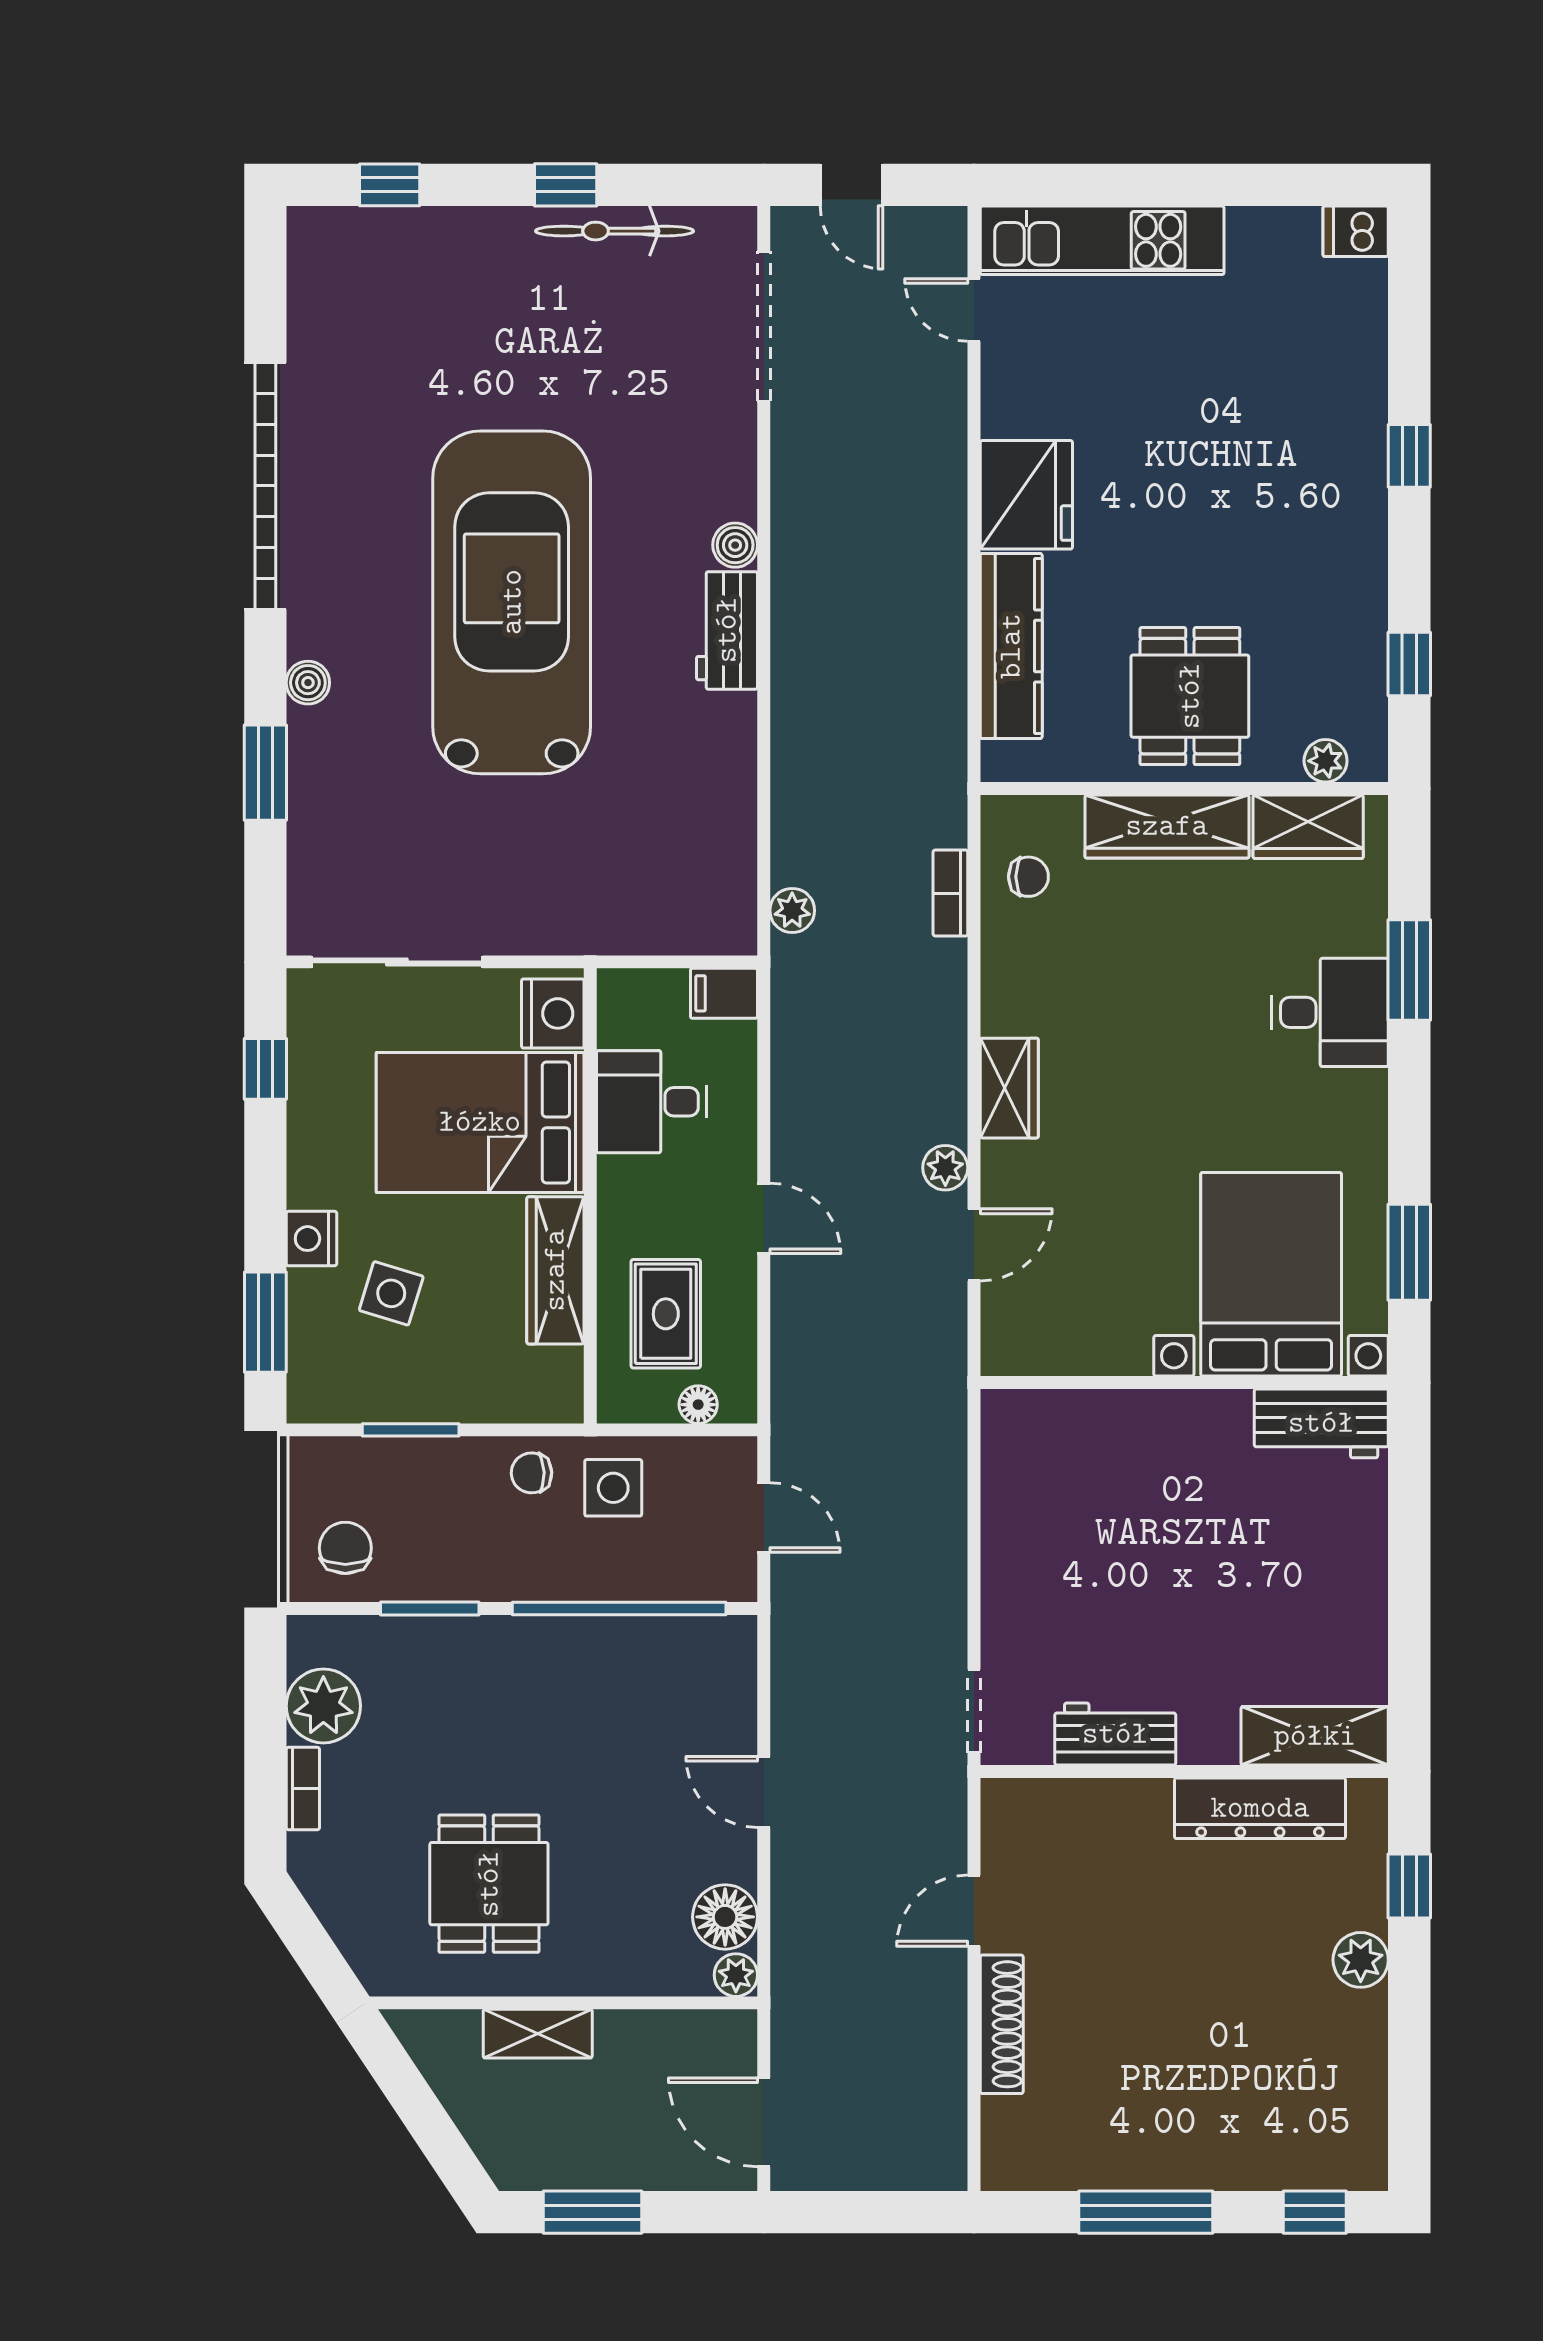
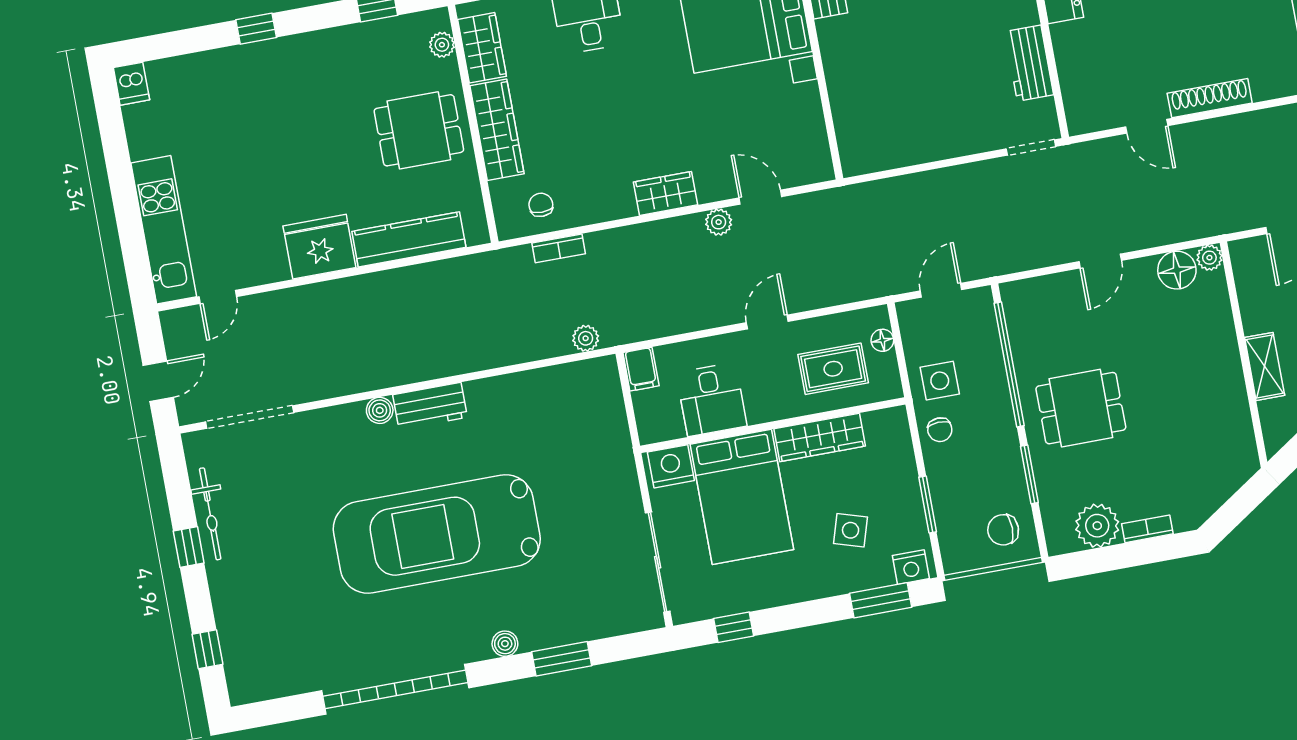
nightstand: (311, 1239) -> (911, 567), moved
dining table: (489, 1884) -> (1081, 408), moved

